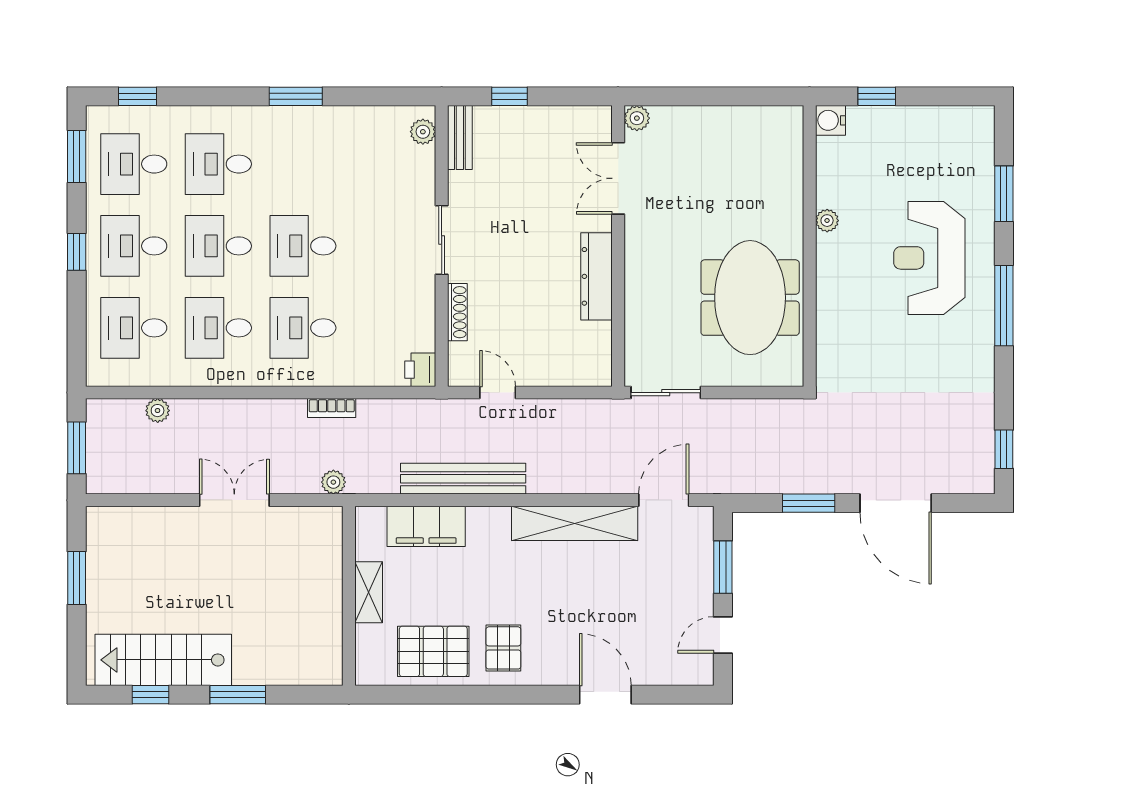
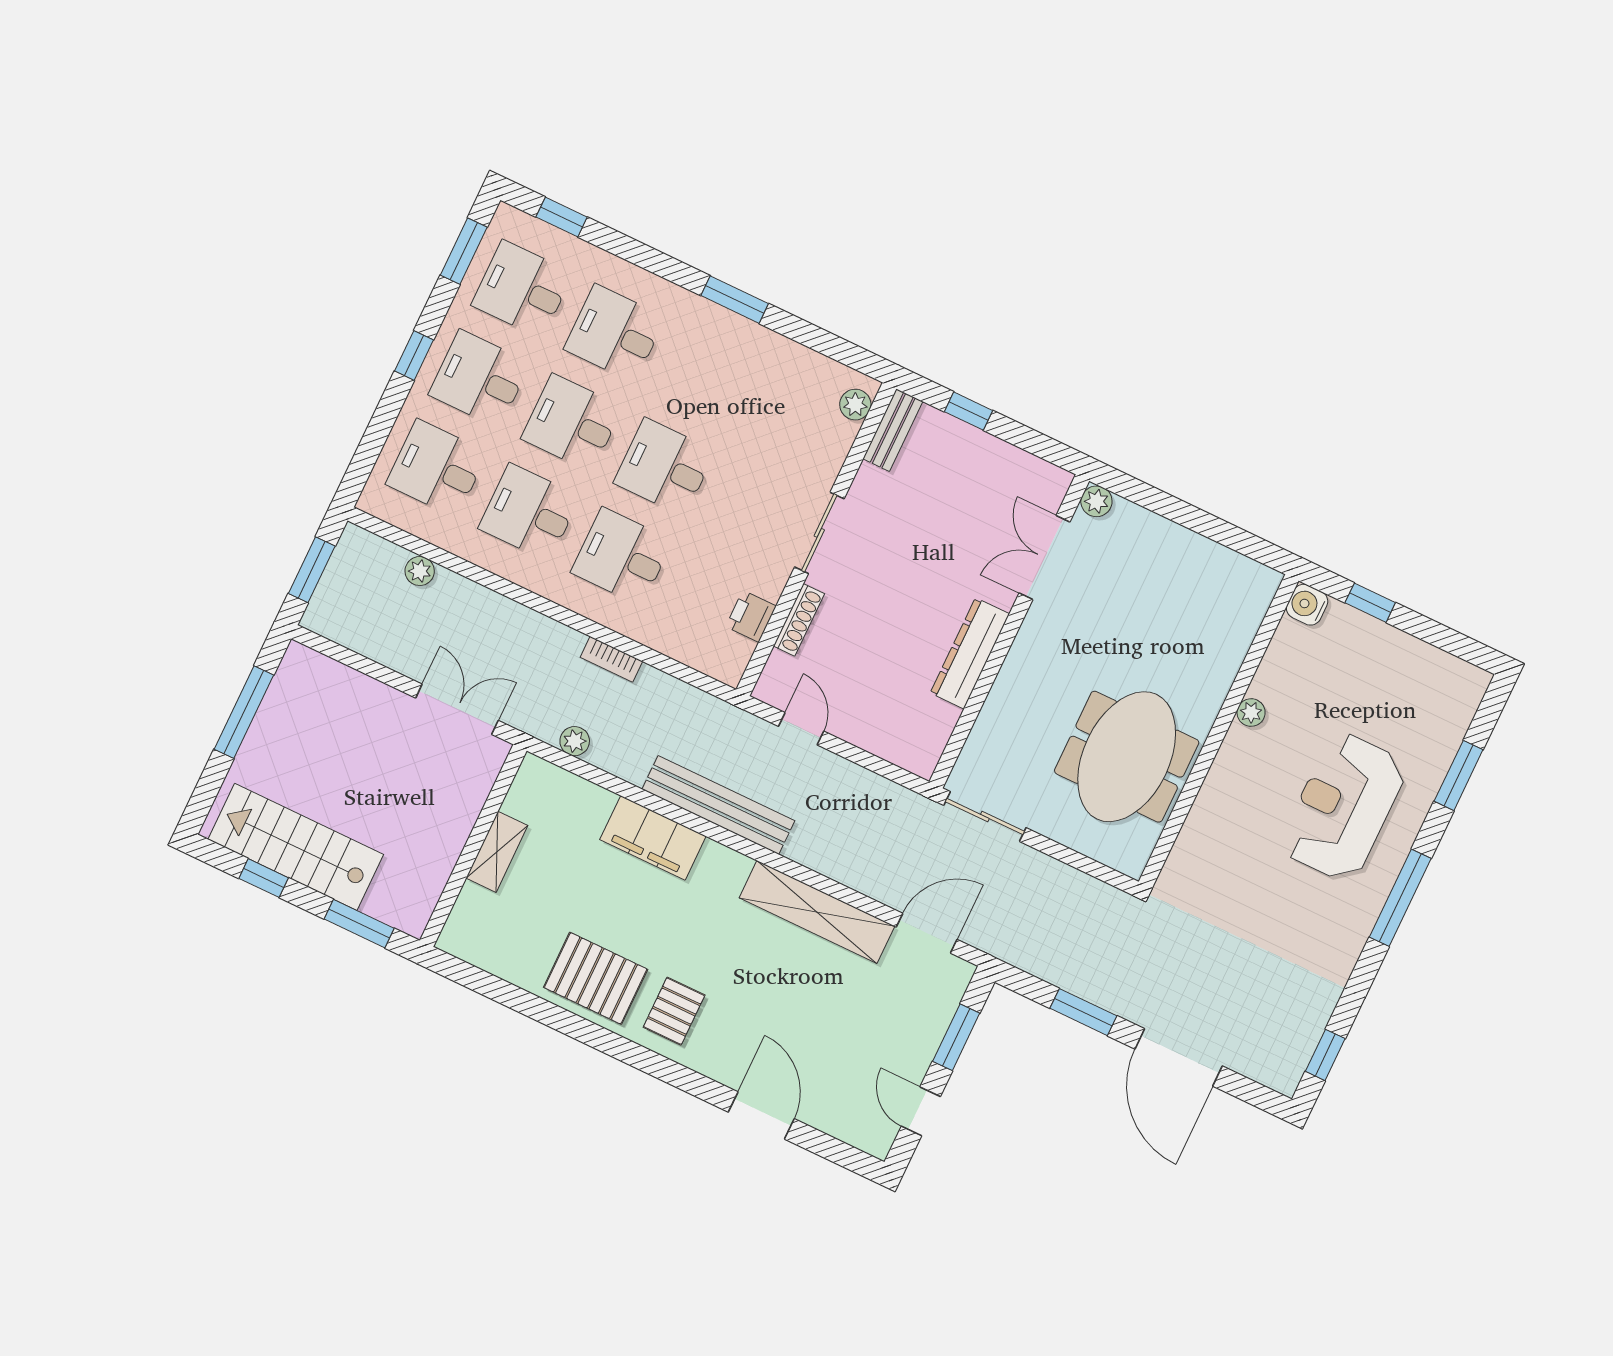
printer: (420, 370) -> (751, 616), moved
window: (77, 578) -> (244, 712), width x1.44
shelving: (369, 592) -> (497, 852), moved
wall: (349, 596) -> (473, 846), moved
door: (723, 635) -> (921, 1111), hinge flipped

